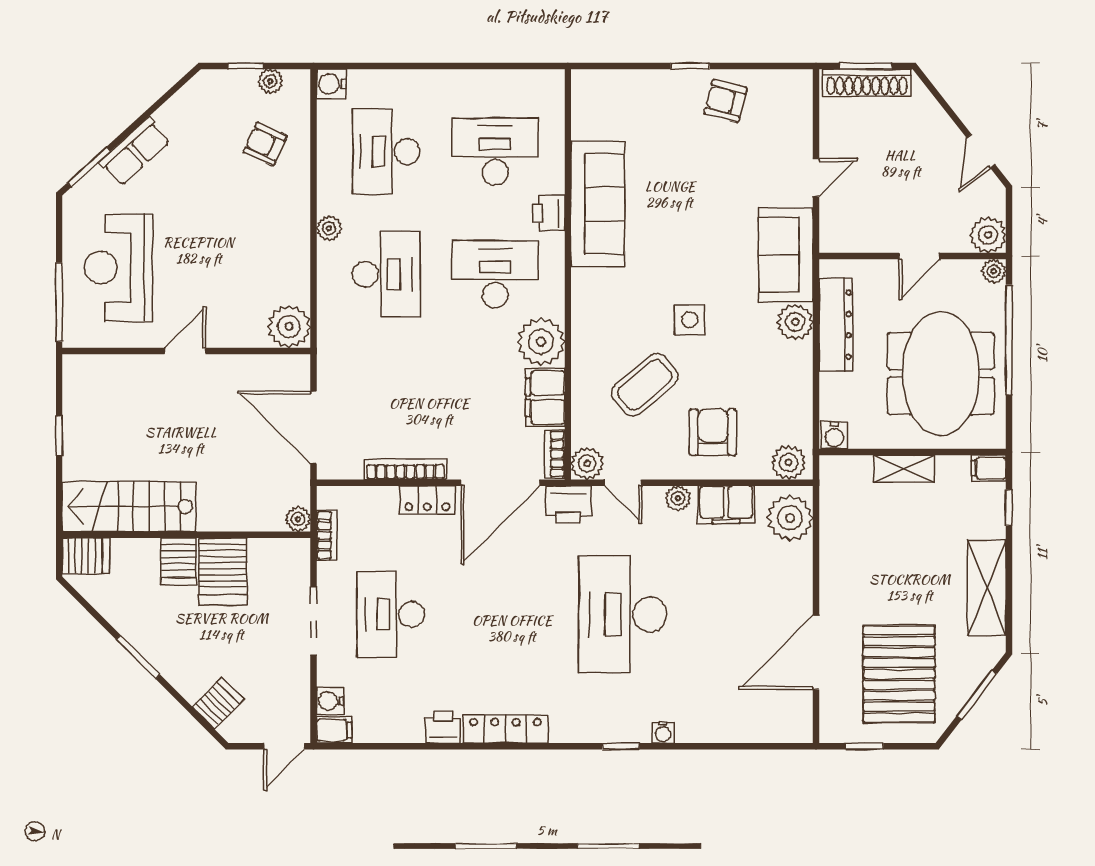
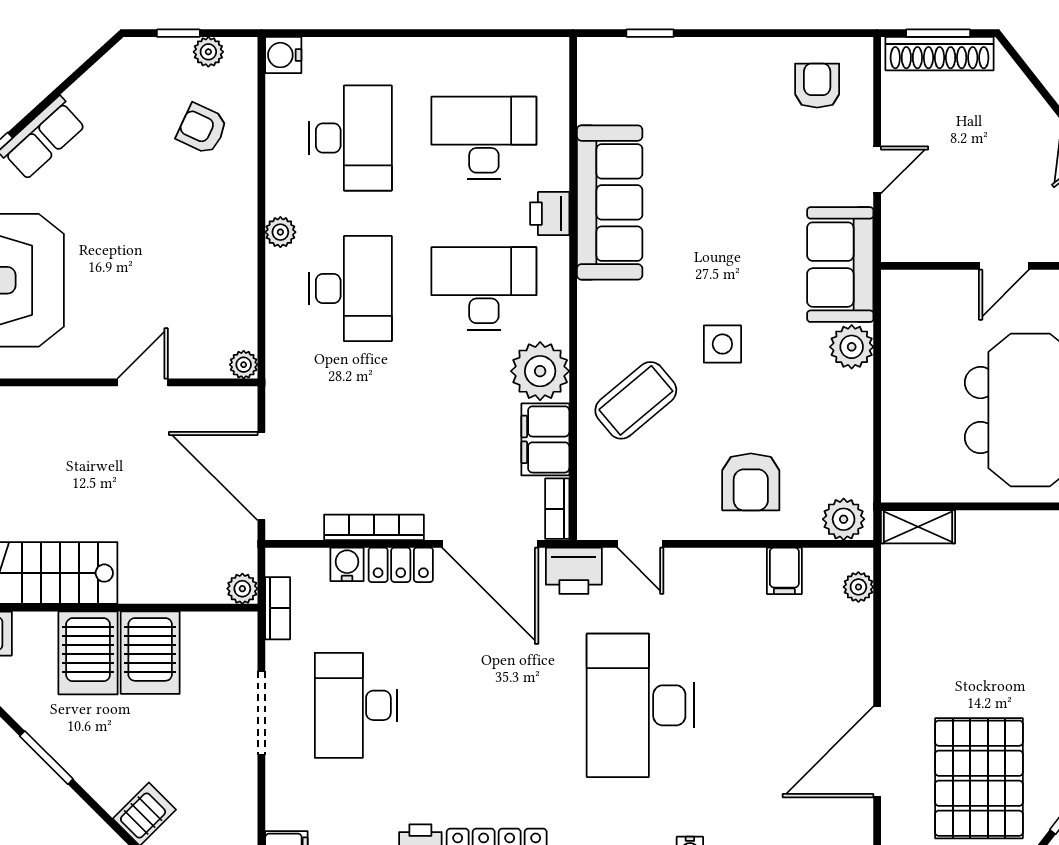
window: (690, 66) -> (650, 33), moved
armchair: (726, 101) -> (817, 86), moved, turned 75
desk: (386, 152) -> (351, 138), turned 180
dresser: (836, 325) -> (901, 350), removed
plant: (289, 326) -> (244, 365), width x0.53, depth x0.53
door: (185, 351) -> (143, 382), moved
coffee table: (645, 385) -> (636, 400), moved
armchair: (713, 432) -> (751, 482), turned 180
water cooler: (834, 435) -> (900, 486), removed
plant: (587, 463) -> (597, 520), removed
shelving: (904, 469) -> (918, 527), moved
door: (500, 483) -> (490, 544), hinge flipped
plant: (678, 498) -> (708, 563), removed
filing cabinet: (726, 505) -> (784, 571), width x0.50
plant: (790, 518) -> (858, 587), width x0.53, depth x0.53
server rack: (179, 561) -> (88, 653), width x1.36, depth x1.44
water cooler: (330, 701) -> (347, 564), moved, turned 90

